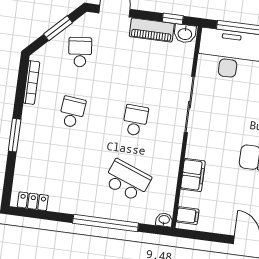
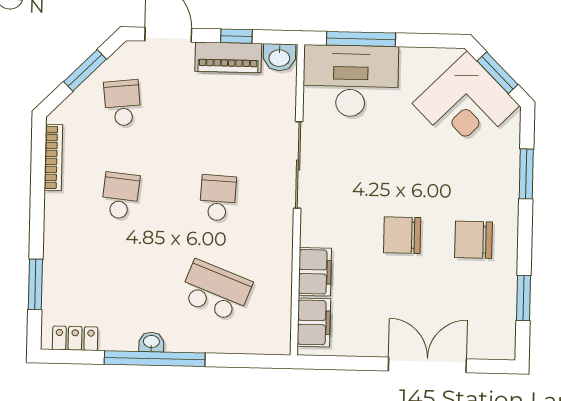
window: (173, 19) -> (236, 36), moved
window: (15, 135) -> (35, 284), moved
filing cabinet: (188, 216) -> (314, 323), width x2.00
washbasin: (164, 220) -> (151, 342), moved
window: (106, 223) -> (155, 359), moved

